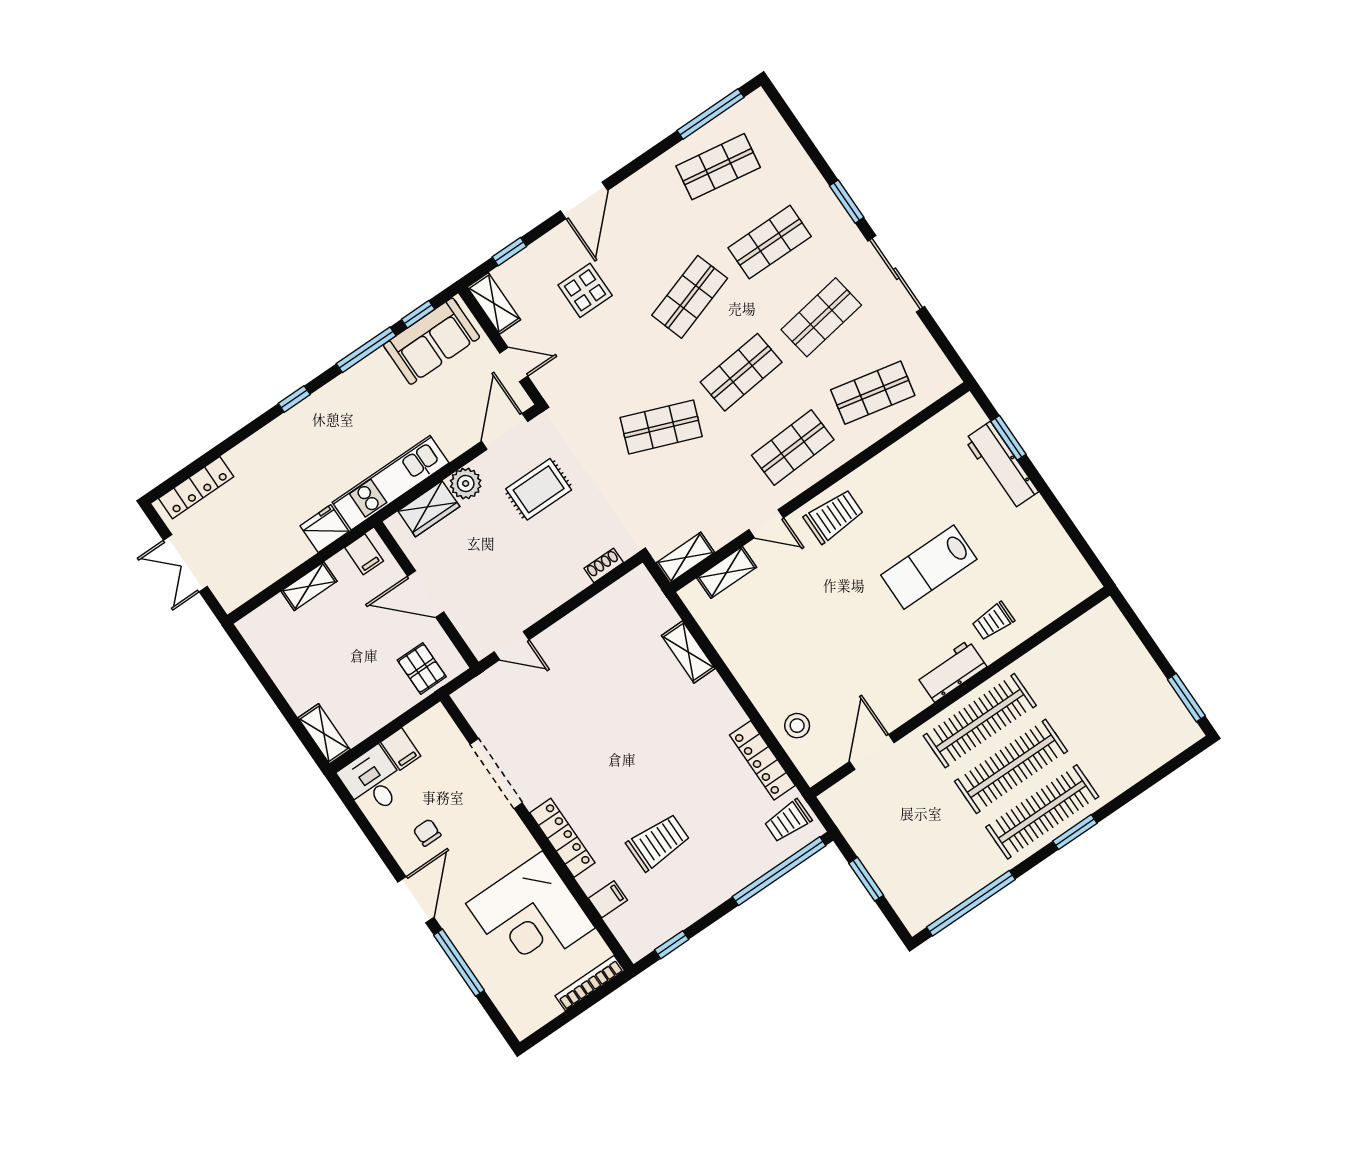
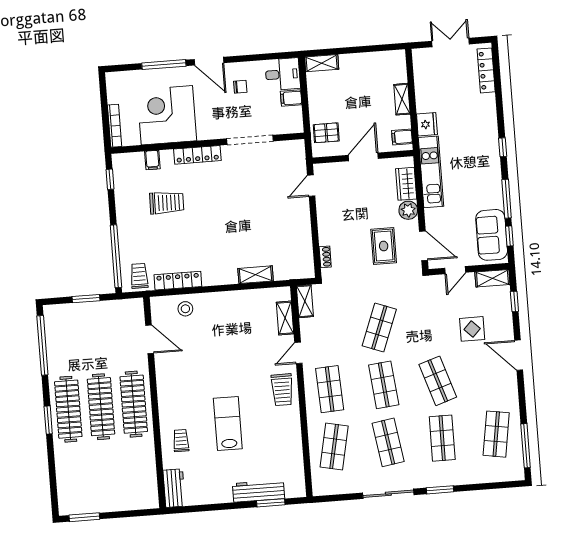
workbench: (952, 671) -> (174, 488), moved
trolley: (658, 842) -> (167, 203), turned -89

